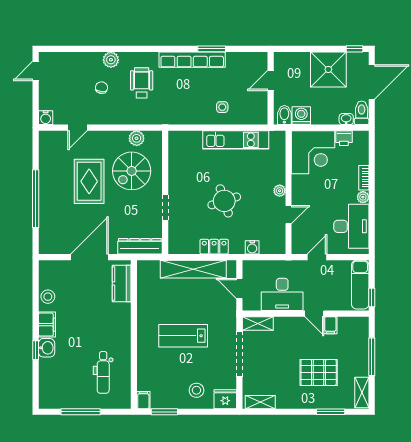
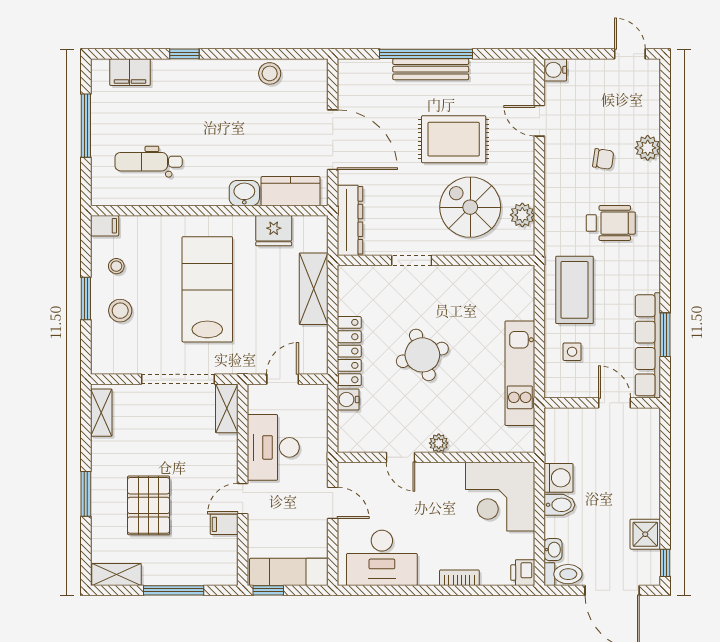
plant: (111, 60) -> (648, 148), moved
row of seats: (192, 60) -> (648, 345), moved
shower: (328, 69) -> (645, 534), width x0.54, depth x0.54
door: (271, 80) -> (615, 403), moved
wall: (271, 88) -> (602, 403), moved
coffee table: (184, 106) -> (575, 290), added
bidet: (284, 115) -> (559, 505), moved
printer: (344, 138) -> (523, 573), moved
bench: (45, 196) -> (431, 69), added
plant: (363, 197) -> (428, 576), removed
locker: (214, 247) -> (349, 351), width x1.53
shelving: (193, 269) -> (314, 289), width x0.68
filing cabinet: (47, 325) -> (130, 72), moved
lab bench: (183, 336) -> (207, 289), width x1.36, depth x1.39
washbasin: (47, 348) -> (244, 193), moved, turned 180
stool: (169, 393) -> (116, 266), added
fridge: (225, 399) -> (274, 231), moved, turned 90
window: (164, 412) -> (86, 299), moved
window: (331, 412) -> (86, 494), moved

